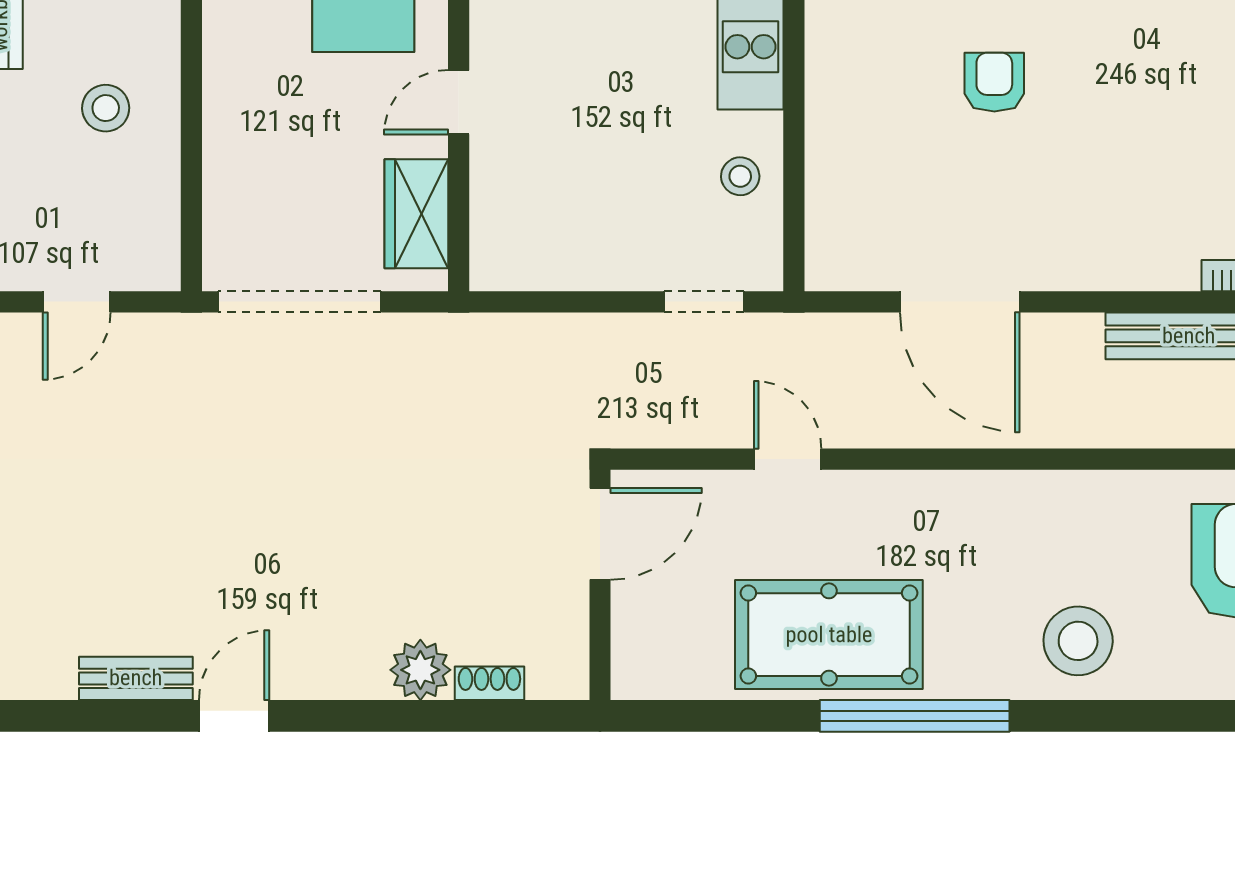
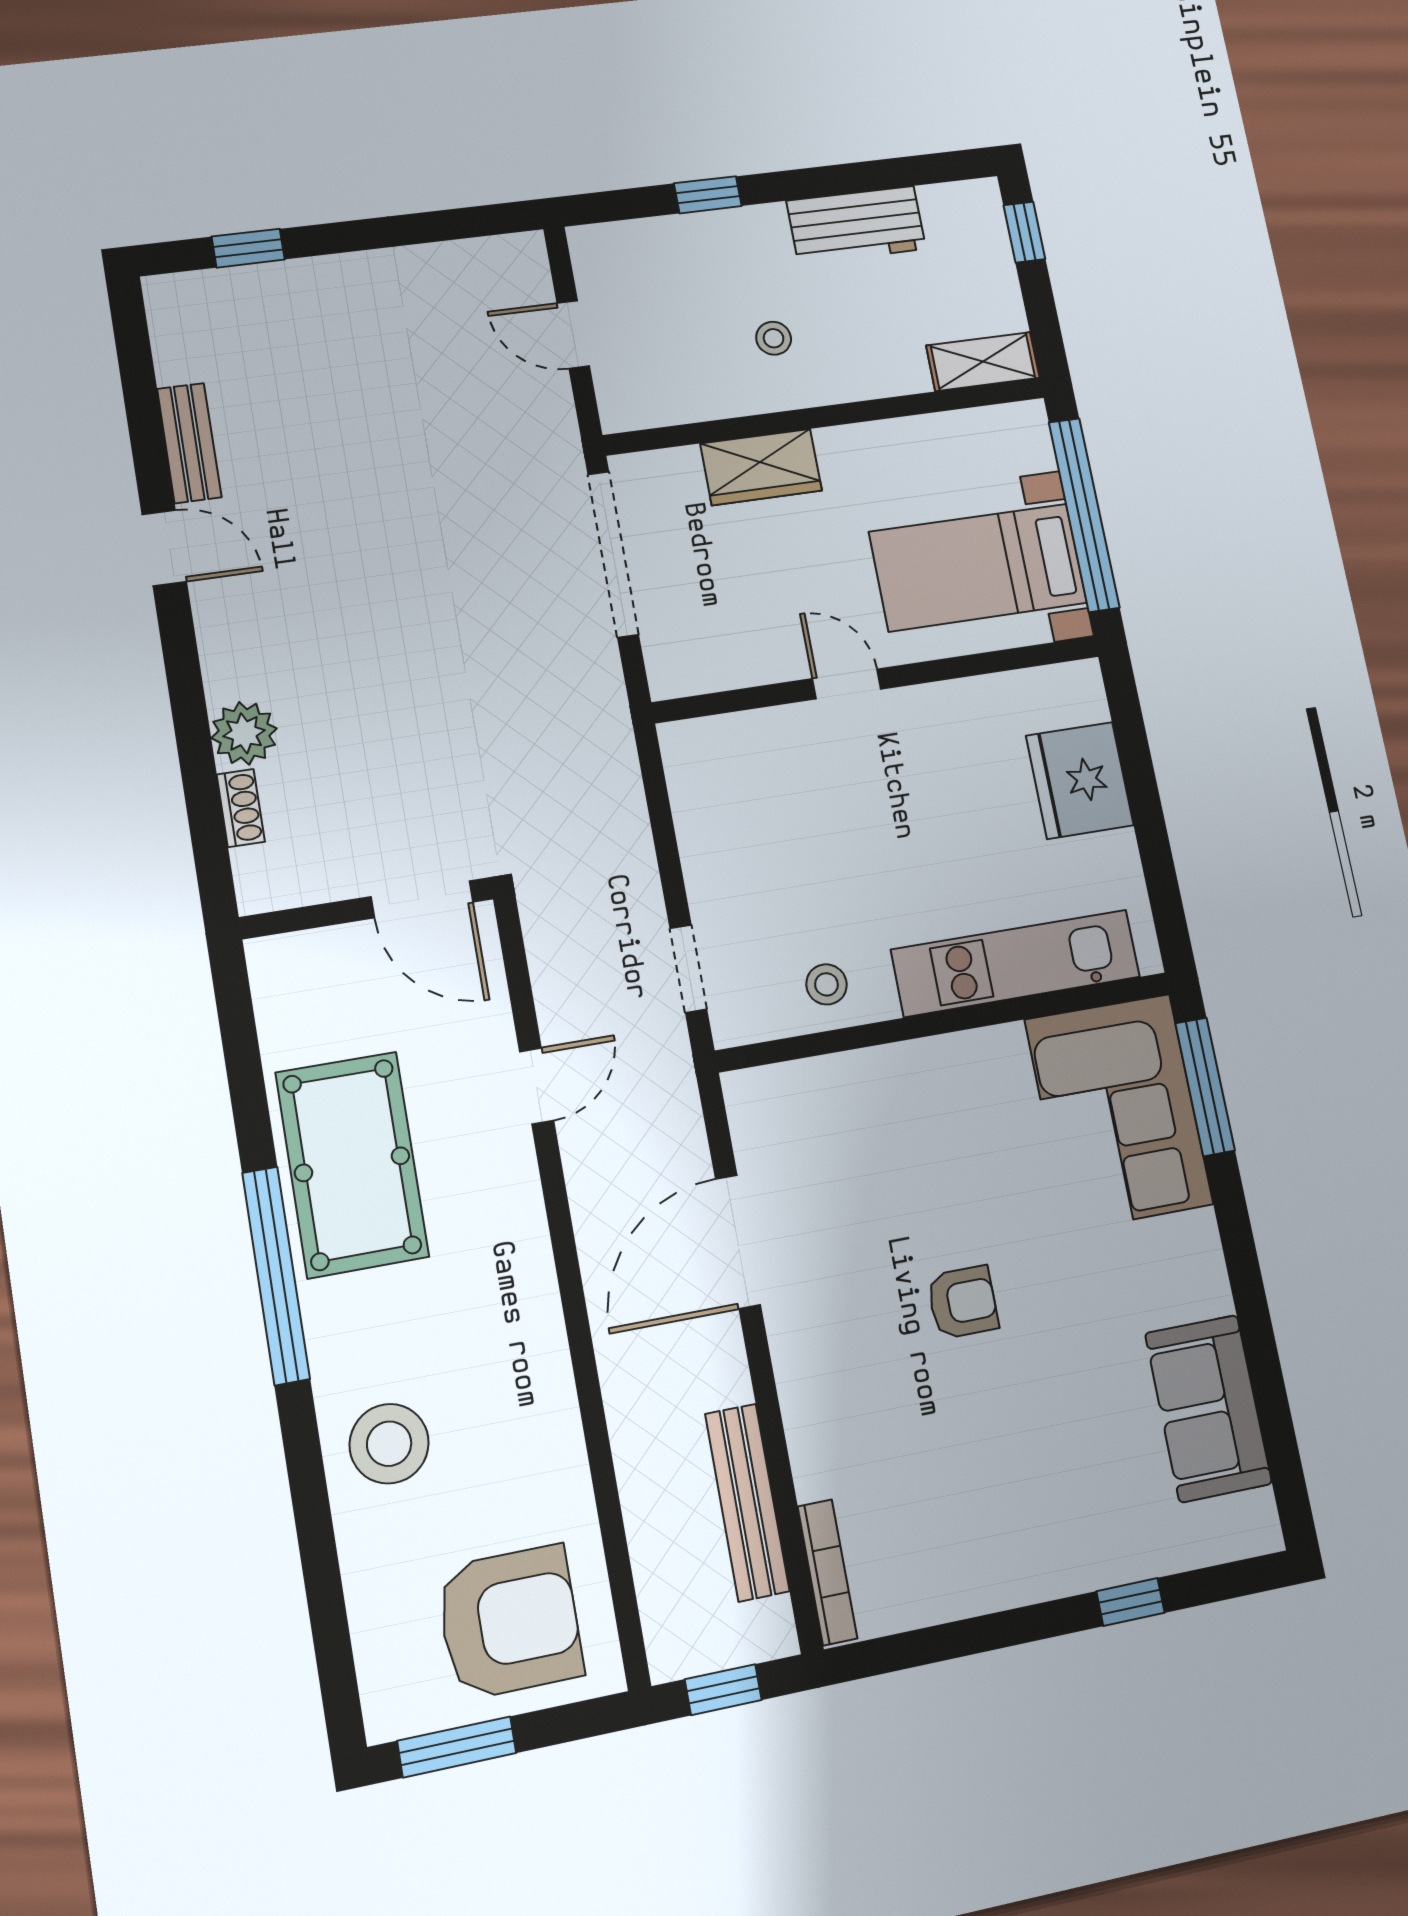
armchair: (994, 82) -> (963, 1302), moved
stool: (106, 108) -> (774, 338), width x0.73, depth x0.73
wardrobe: (416, 214) -> (761, 467), moved, turned 180

